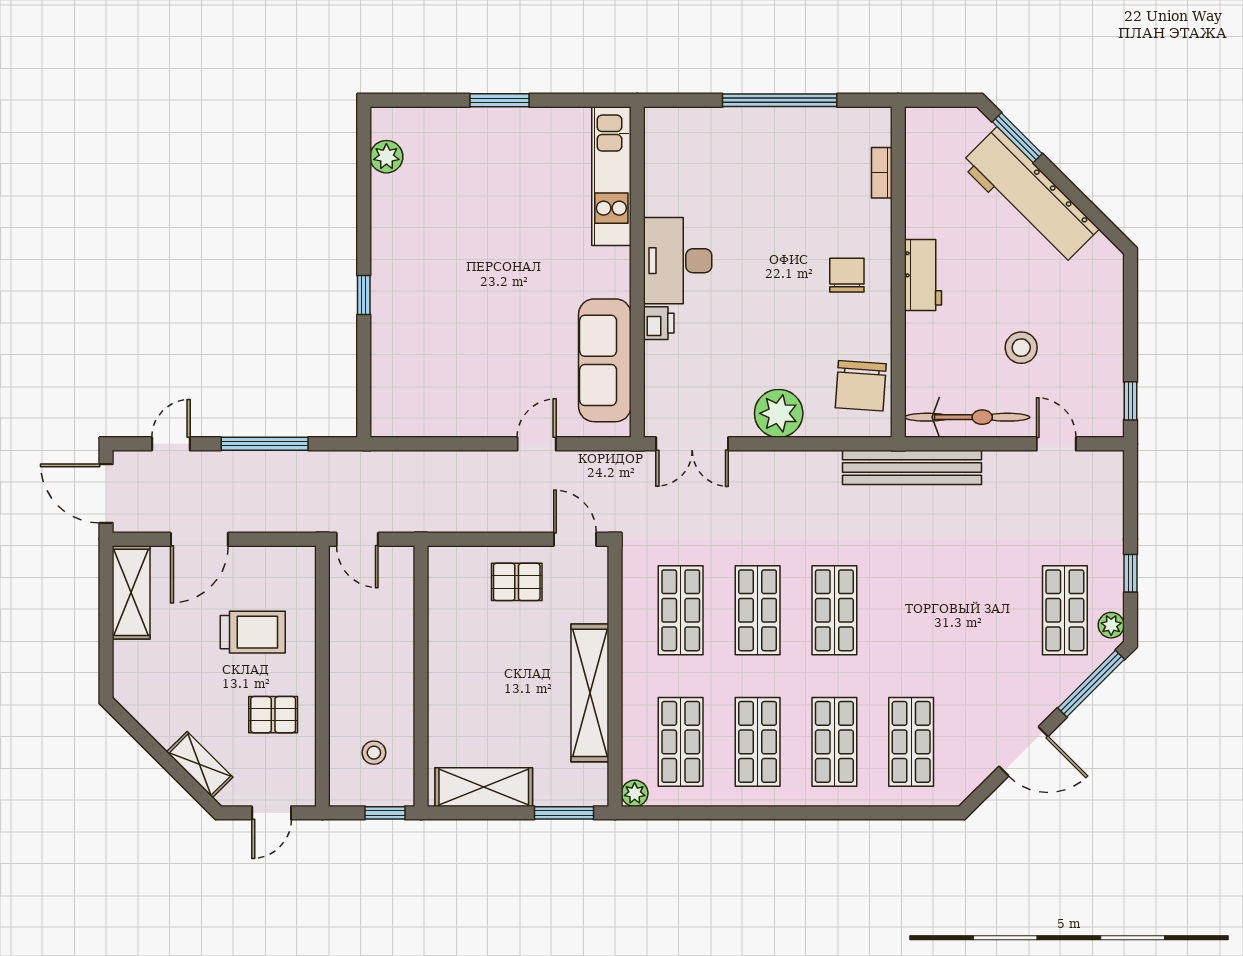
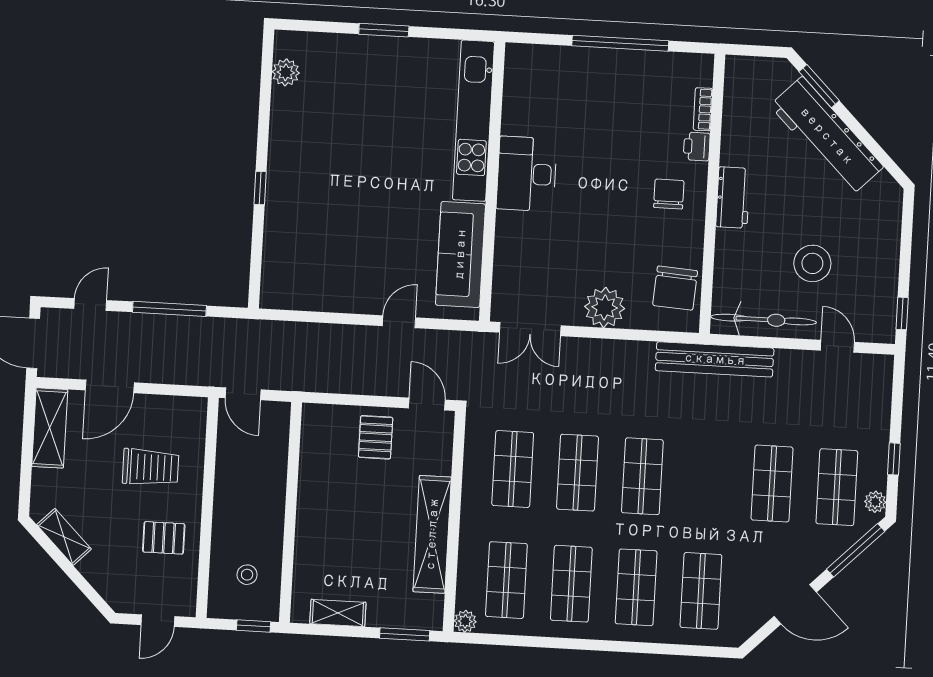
kitchen unit: (611, 176) -> (473, 121), width x1.36
printer: (659, 323) -> (697, 146), moved, turned 180
stool: (1021, 348) -> (812, 263), width x1.38, depth x1.38
pallet: (517, 582) -> (376, 437), turned 90
shop shelf: (988, 610) -> (772, 483), added
shelving: (200, 765) -> (64, 537), moved
shelving: (484, 787) -> (338, 613), width x0.67, depth x0.75

